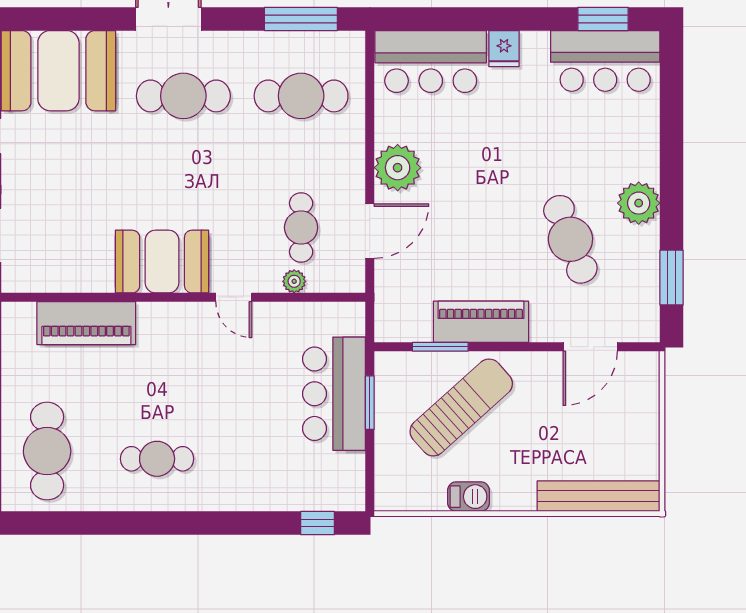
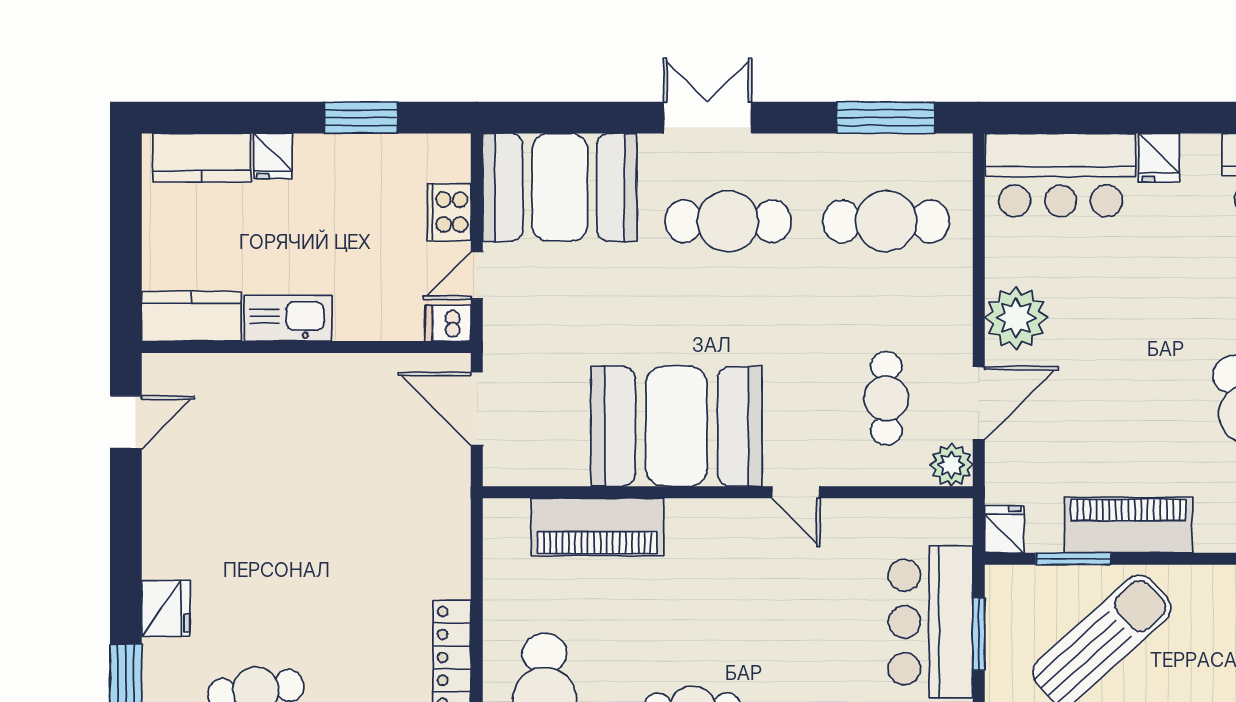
booth: (162, 262) -> (676, 426), width x1.36, depth x1.42
plant: (294, 281) -> (951, 465), moved, width x1.38, depth x1.38
fridge: (389, 325) -> (1004, 529), added

